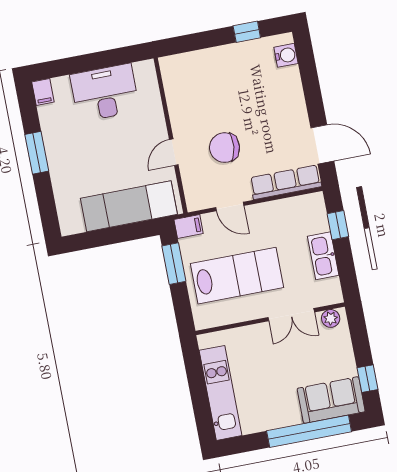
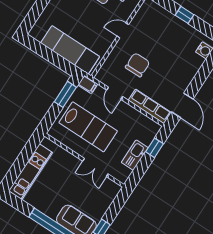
window: (247, 32) -> (184, 15), moved
chair: (225, 148) -> (138, 65), turned 84
door: (174, 152) -> (123, 30), moved
plant: (331, 318) -> (111, 186), removed

